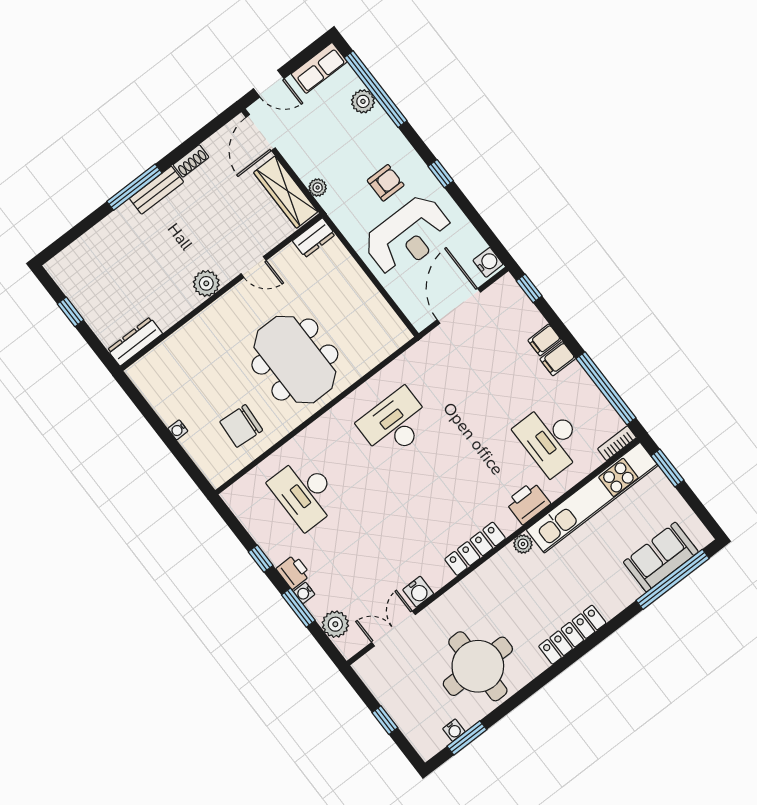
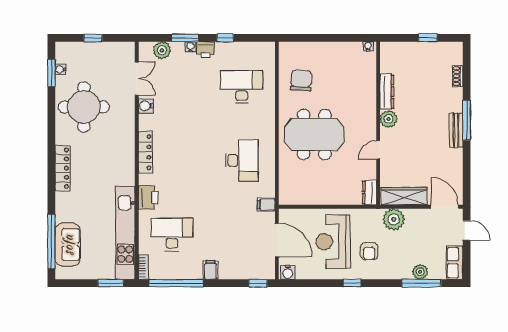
door: (269, 84) -> (467, 230), swing flipped
window: (376, 89) -> (421, 283), width x0.68
shoe rack: (191, 161) -> (458, 76), moved
plant: (318, 188) -> (394, 219), width x1.87, depth x1.87
filing cabinet: (544, 340) -> (266, 205), moved, turned -90
dresser: (135, 342) -> (387, 92), moved
water cooler: (178, 430) -> (368, 46), moved
plant: (523, 544) -> (129, 179), removed

